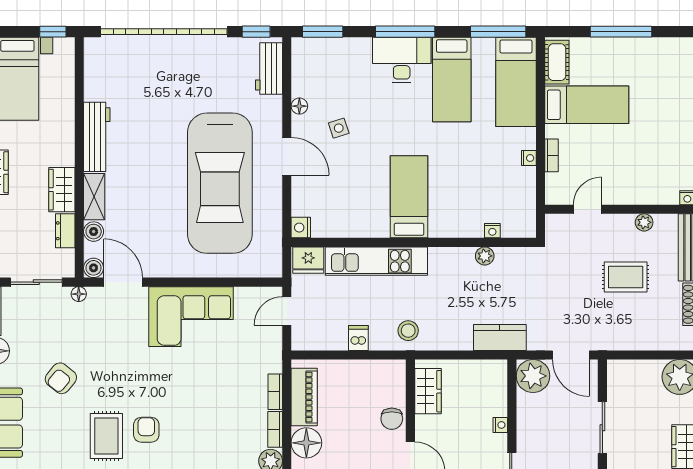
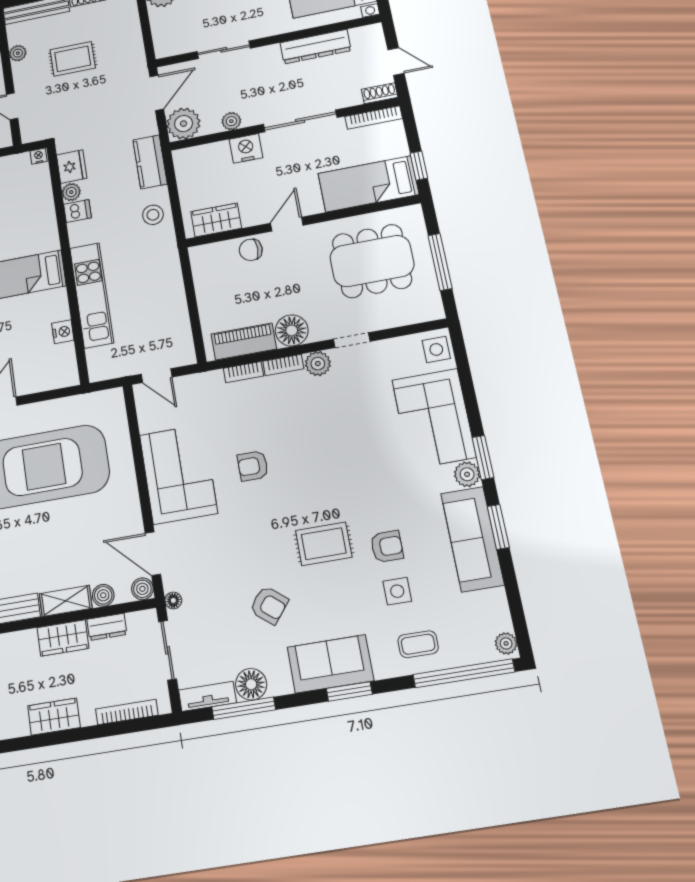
nightstand: (301, 228) -> (63, 332), moved, turned -90
nightstand: (492, 231) -> (39, 156), moved, turned -90
fridge: (308, 260) -> (72, 167), moved
rug: (626, 277) -> (73, 59), turned 90
door: (123, 282) -> (153, 554), hinge flipped
stool: (408, 331) -> (153, 215), moved
dishwasher: (358, 338) -> (77, 211), moved, turned 180
chair: (392, 419) -> (251, 250), turned 180
plant: (526, 423) -> (231, 121), added
nightstand: (500, 425) -> (246, 148), width x1.89, depth x1.79
armchair: (146, 430) -> (253, 466), moved

